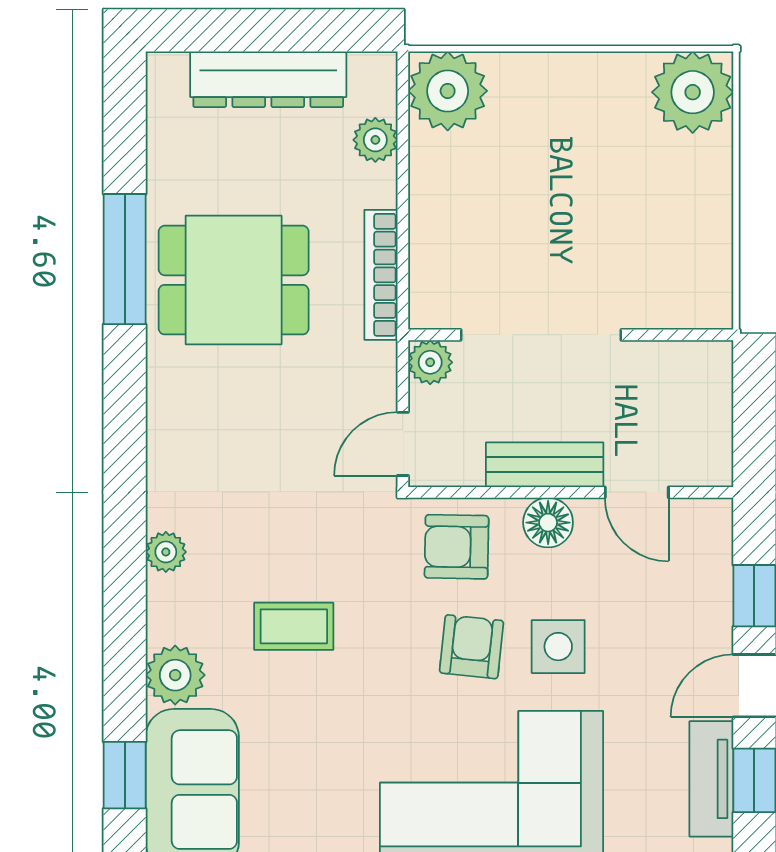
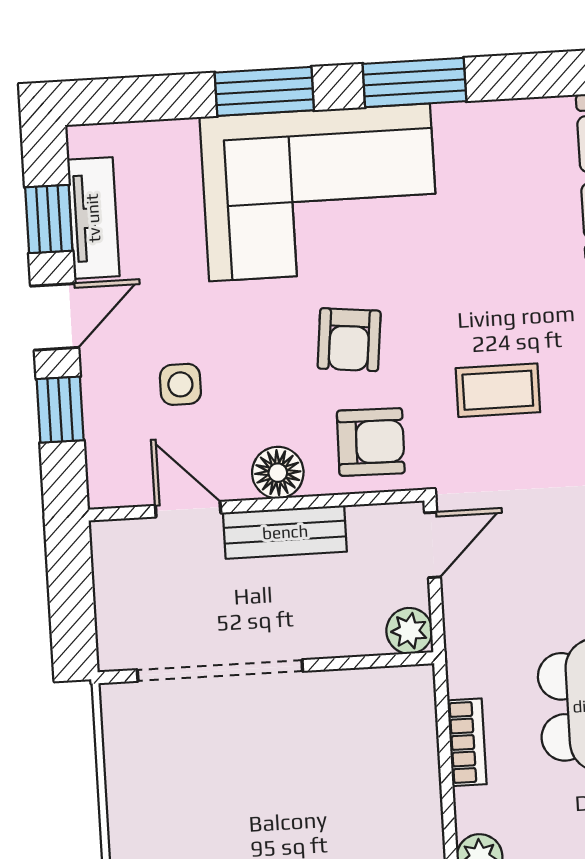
bookcase: (381, 275) -> (467, 742), width x0.64
doorway: (541, 335) -> (220, 671), moved
coffee table: (294, 626) -> (498, 390), moved
side table: (558, 647) -> (180, 384), moved, width x0.73, depth x0.73

